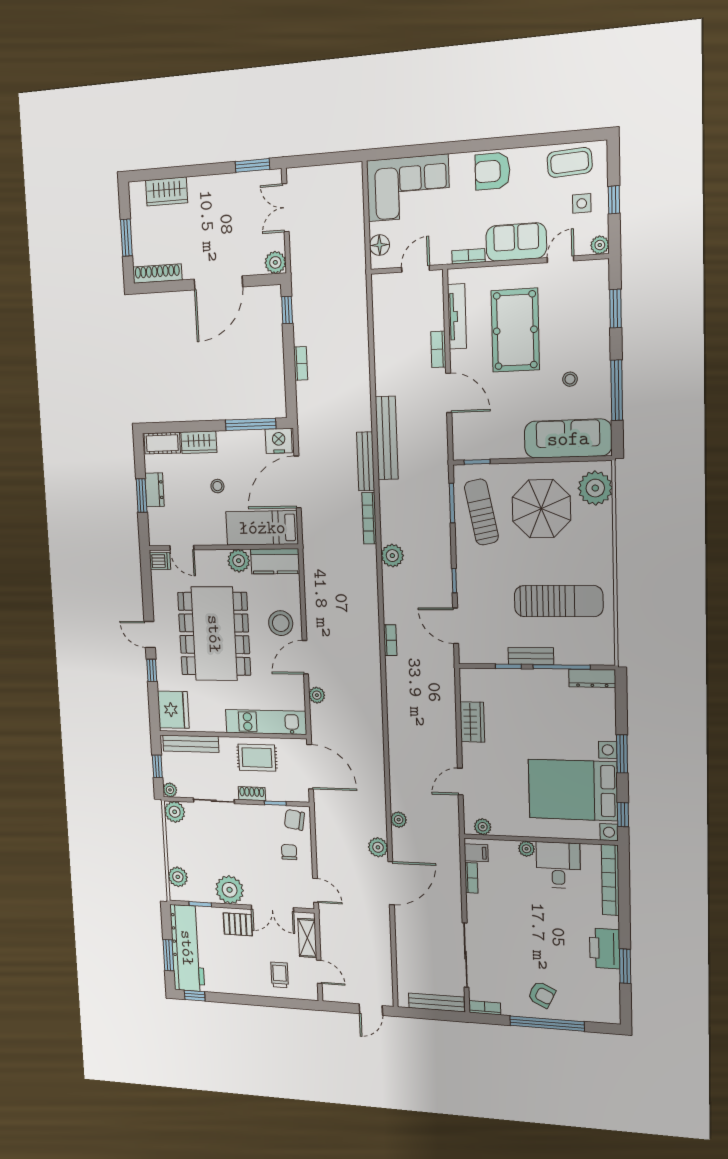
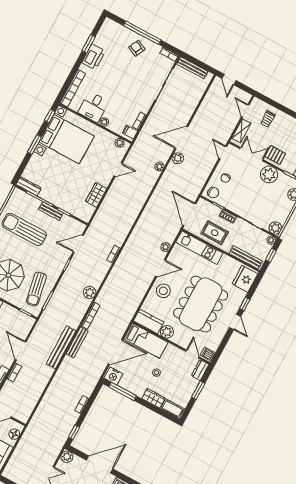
dresser: (154, 490) -> (200, 370), moved
door: (456, 626) -> (78, 244), swing flipped
door: (371, 1010) -> (229, 79), swing flipped

